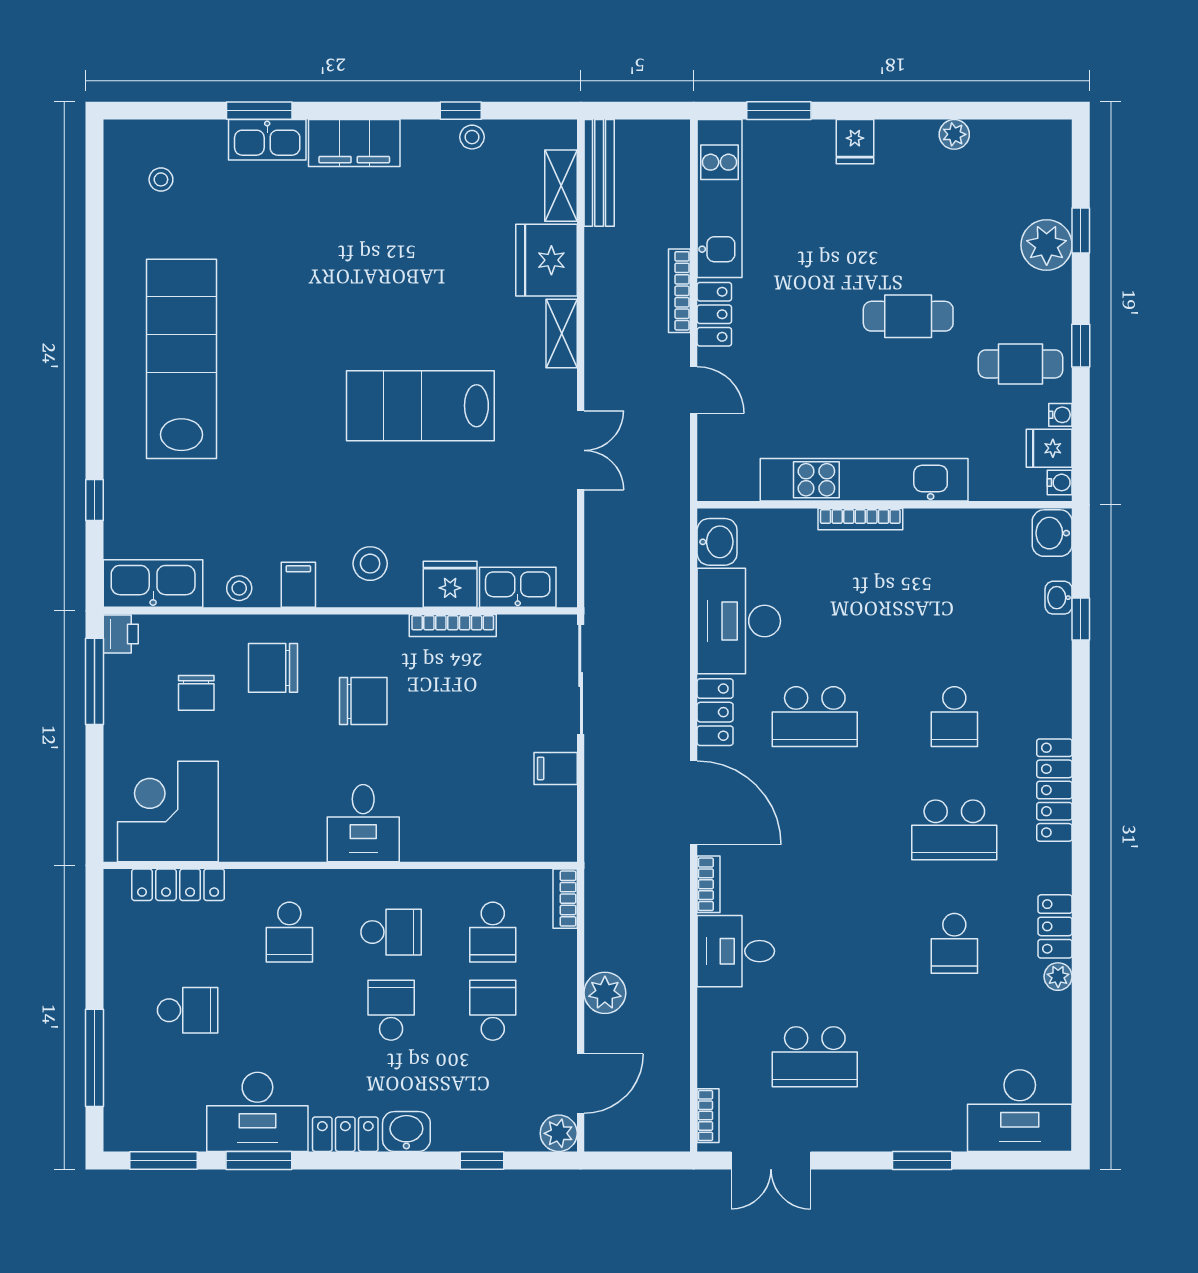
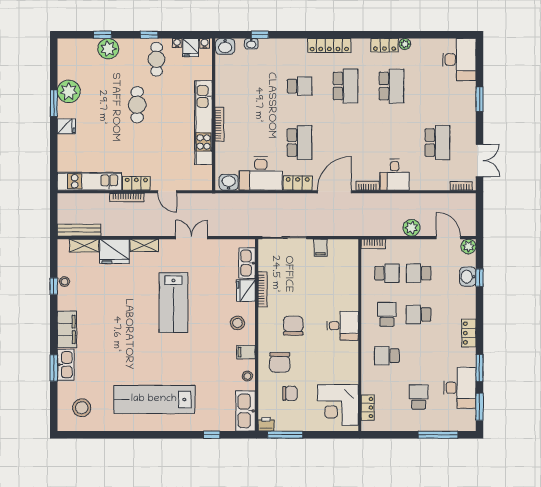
window: (779, 111) -> (54, 103), moved
plant: (954, 134) -> (69, 91), width x1.88, depth x1.88
stool: (161, 179) -> (82, 408), width x1.89, depth x1.89
door: (694, 390) -> (167, 192), swing flipped
locker: (178, 885) -> (368, 408), width x0.66
school desk: (289, 932) -> (387, 356), turned 180
school desk: (954, 943) -> (391, 86), width x1.85
desk: (257, 1112) -> (460, 388), moved
washbasin: (406, 1131) -> (468, 277), moved

